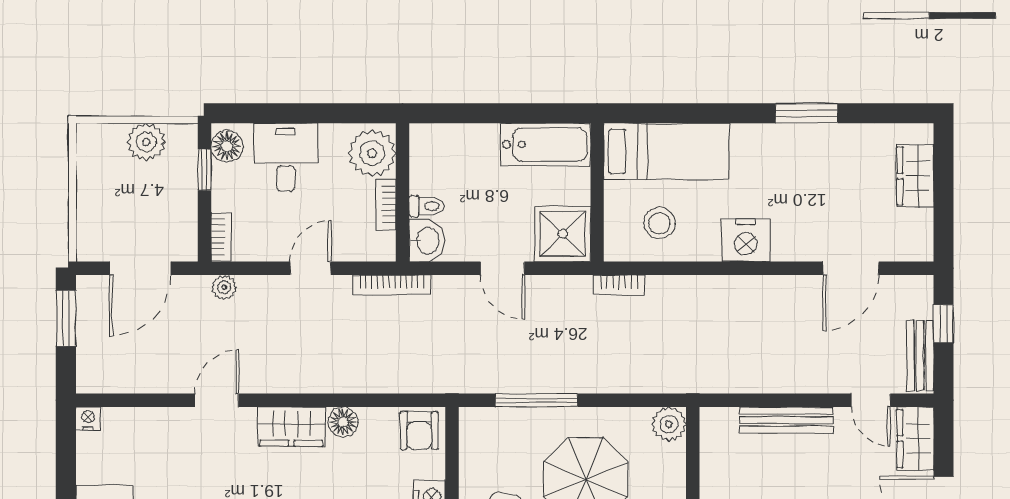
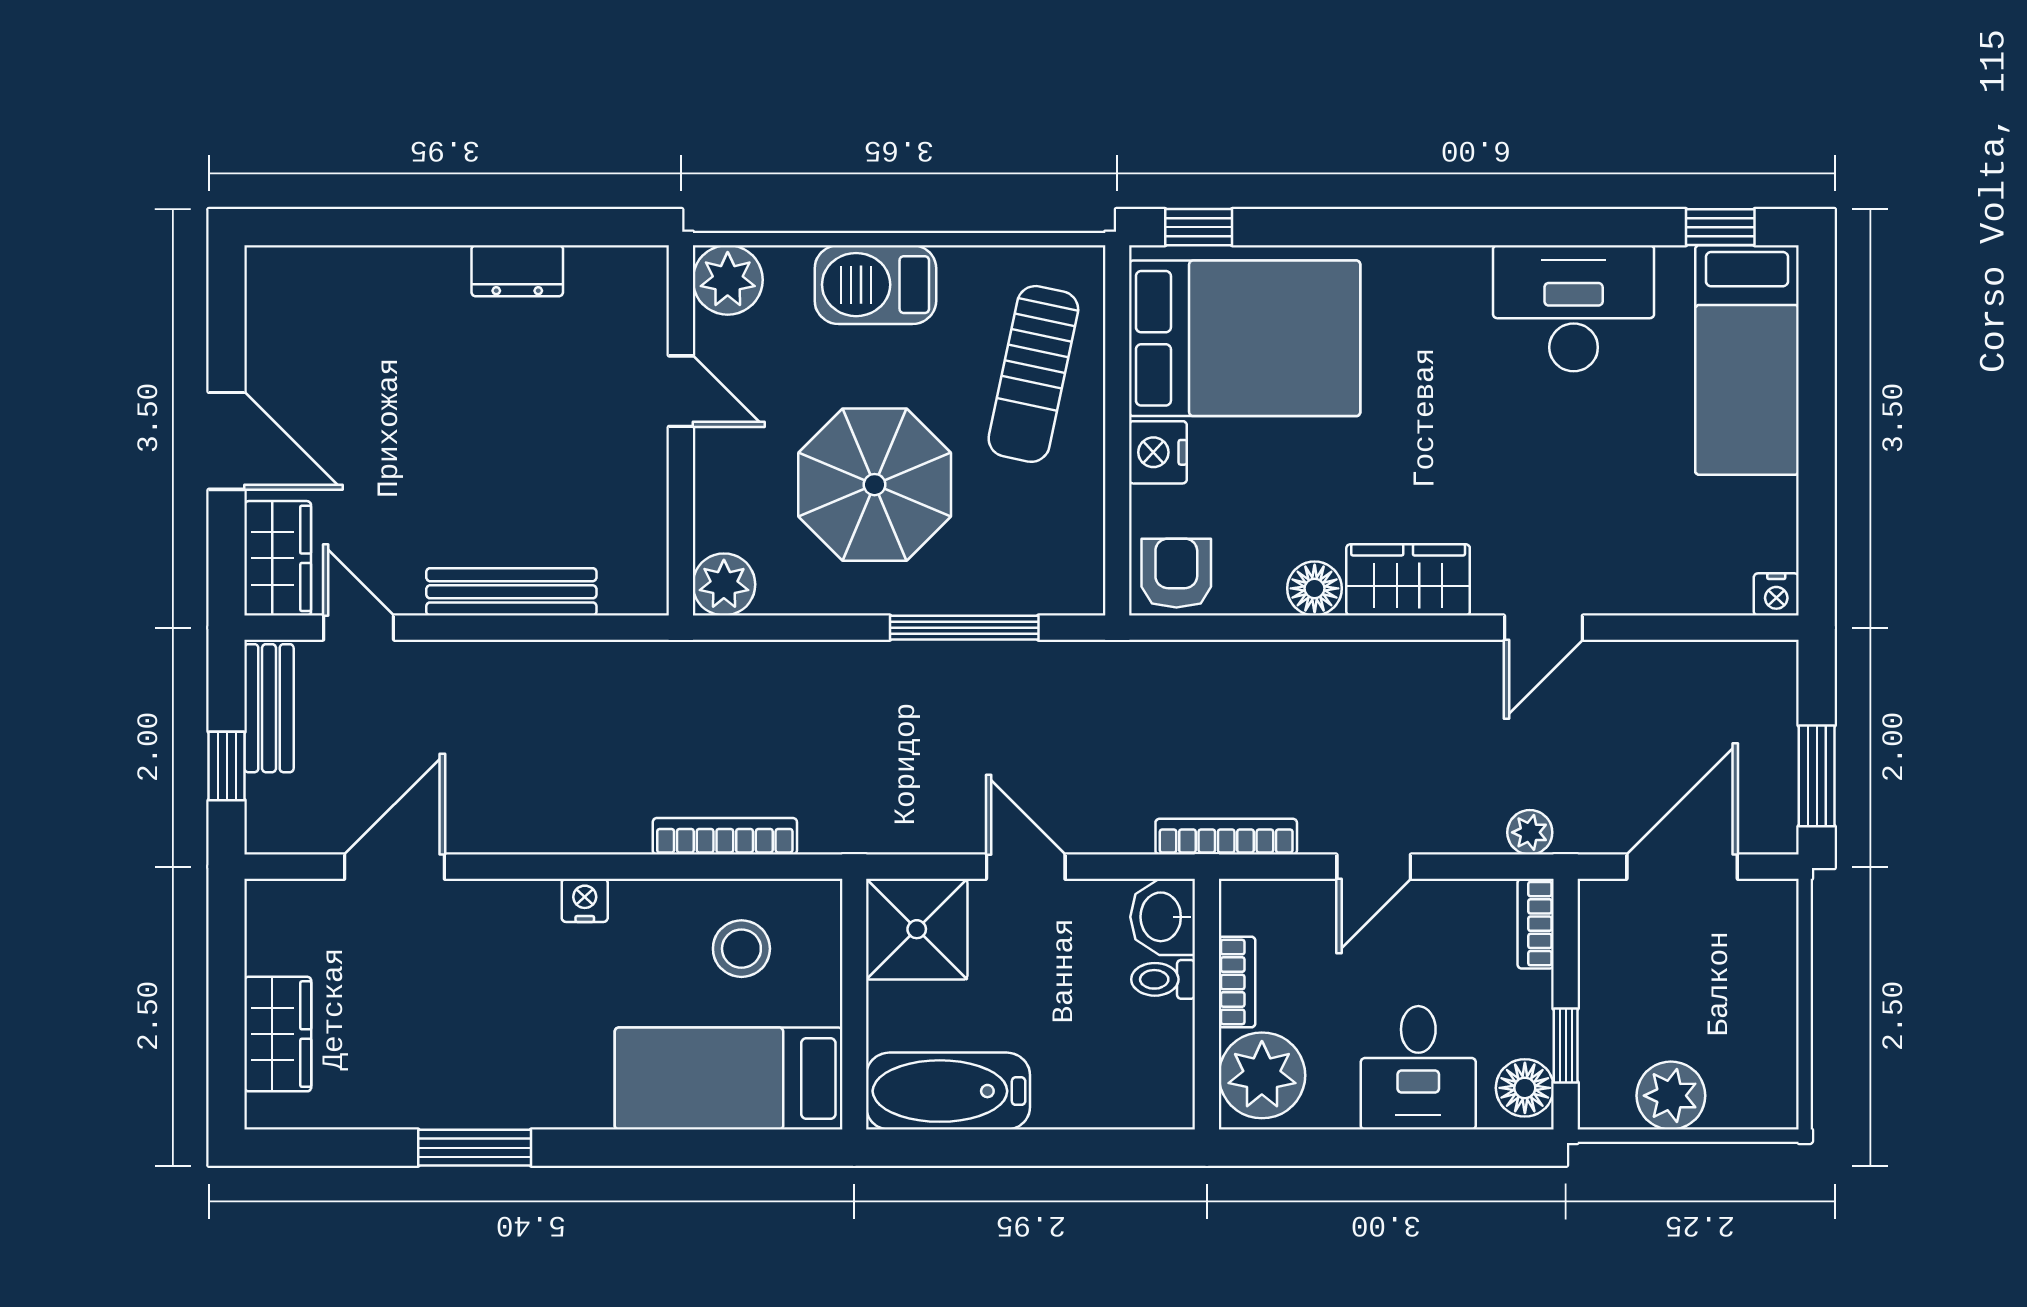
nightstand: (746, 240) -> (585, 900), width x0.53, depth x0.56
bookcase: (619, 285) -> (725, 836), moved, width x1.56

